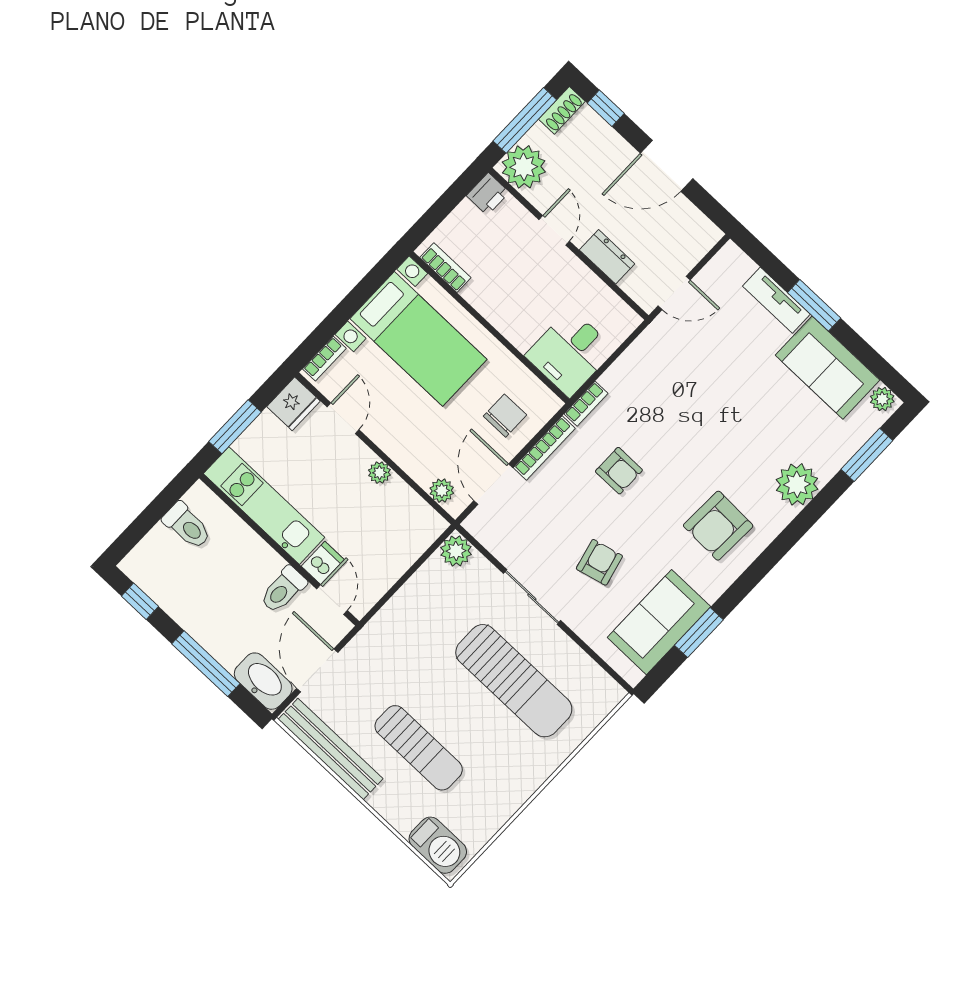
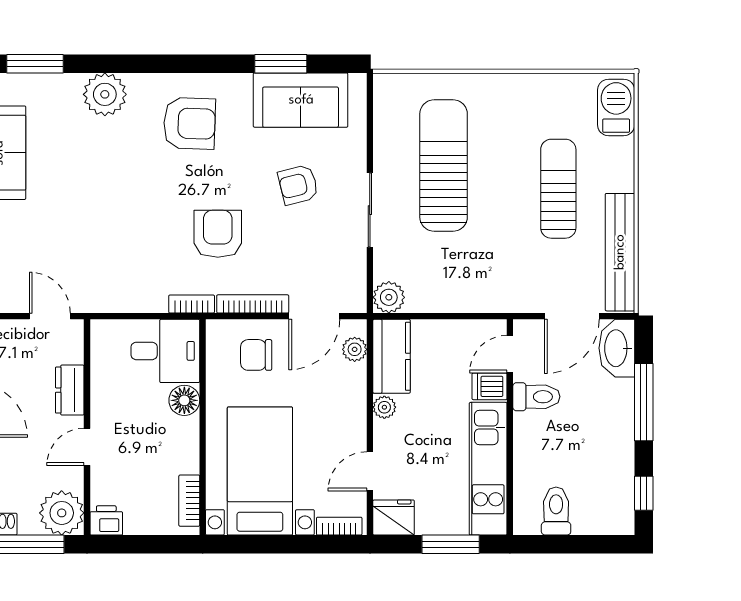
floor lamp: (521, 333) -> (184, 400), added
armchair: (619, 471) -> (218, 234), width x1.38, depth x1.38
kitchen counter: (411, 513) -> (392, 356), added

